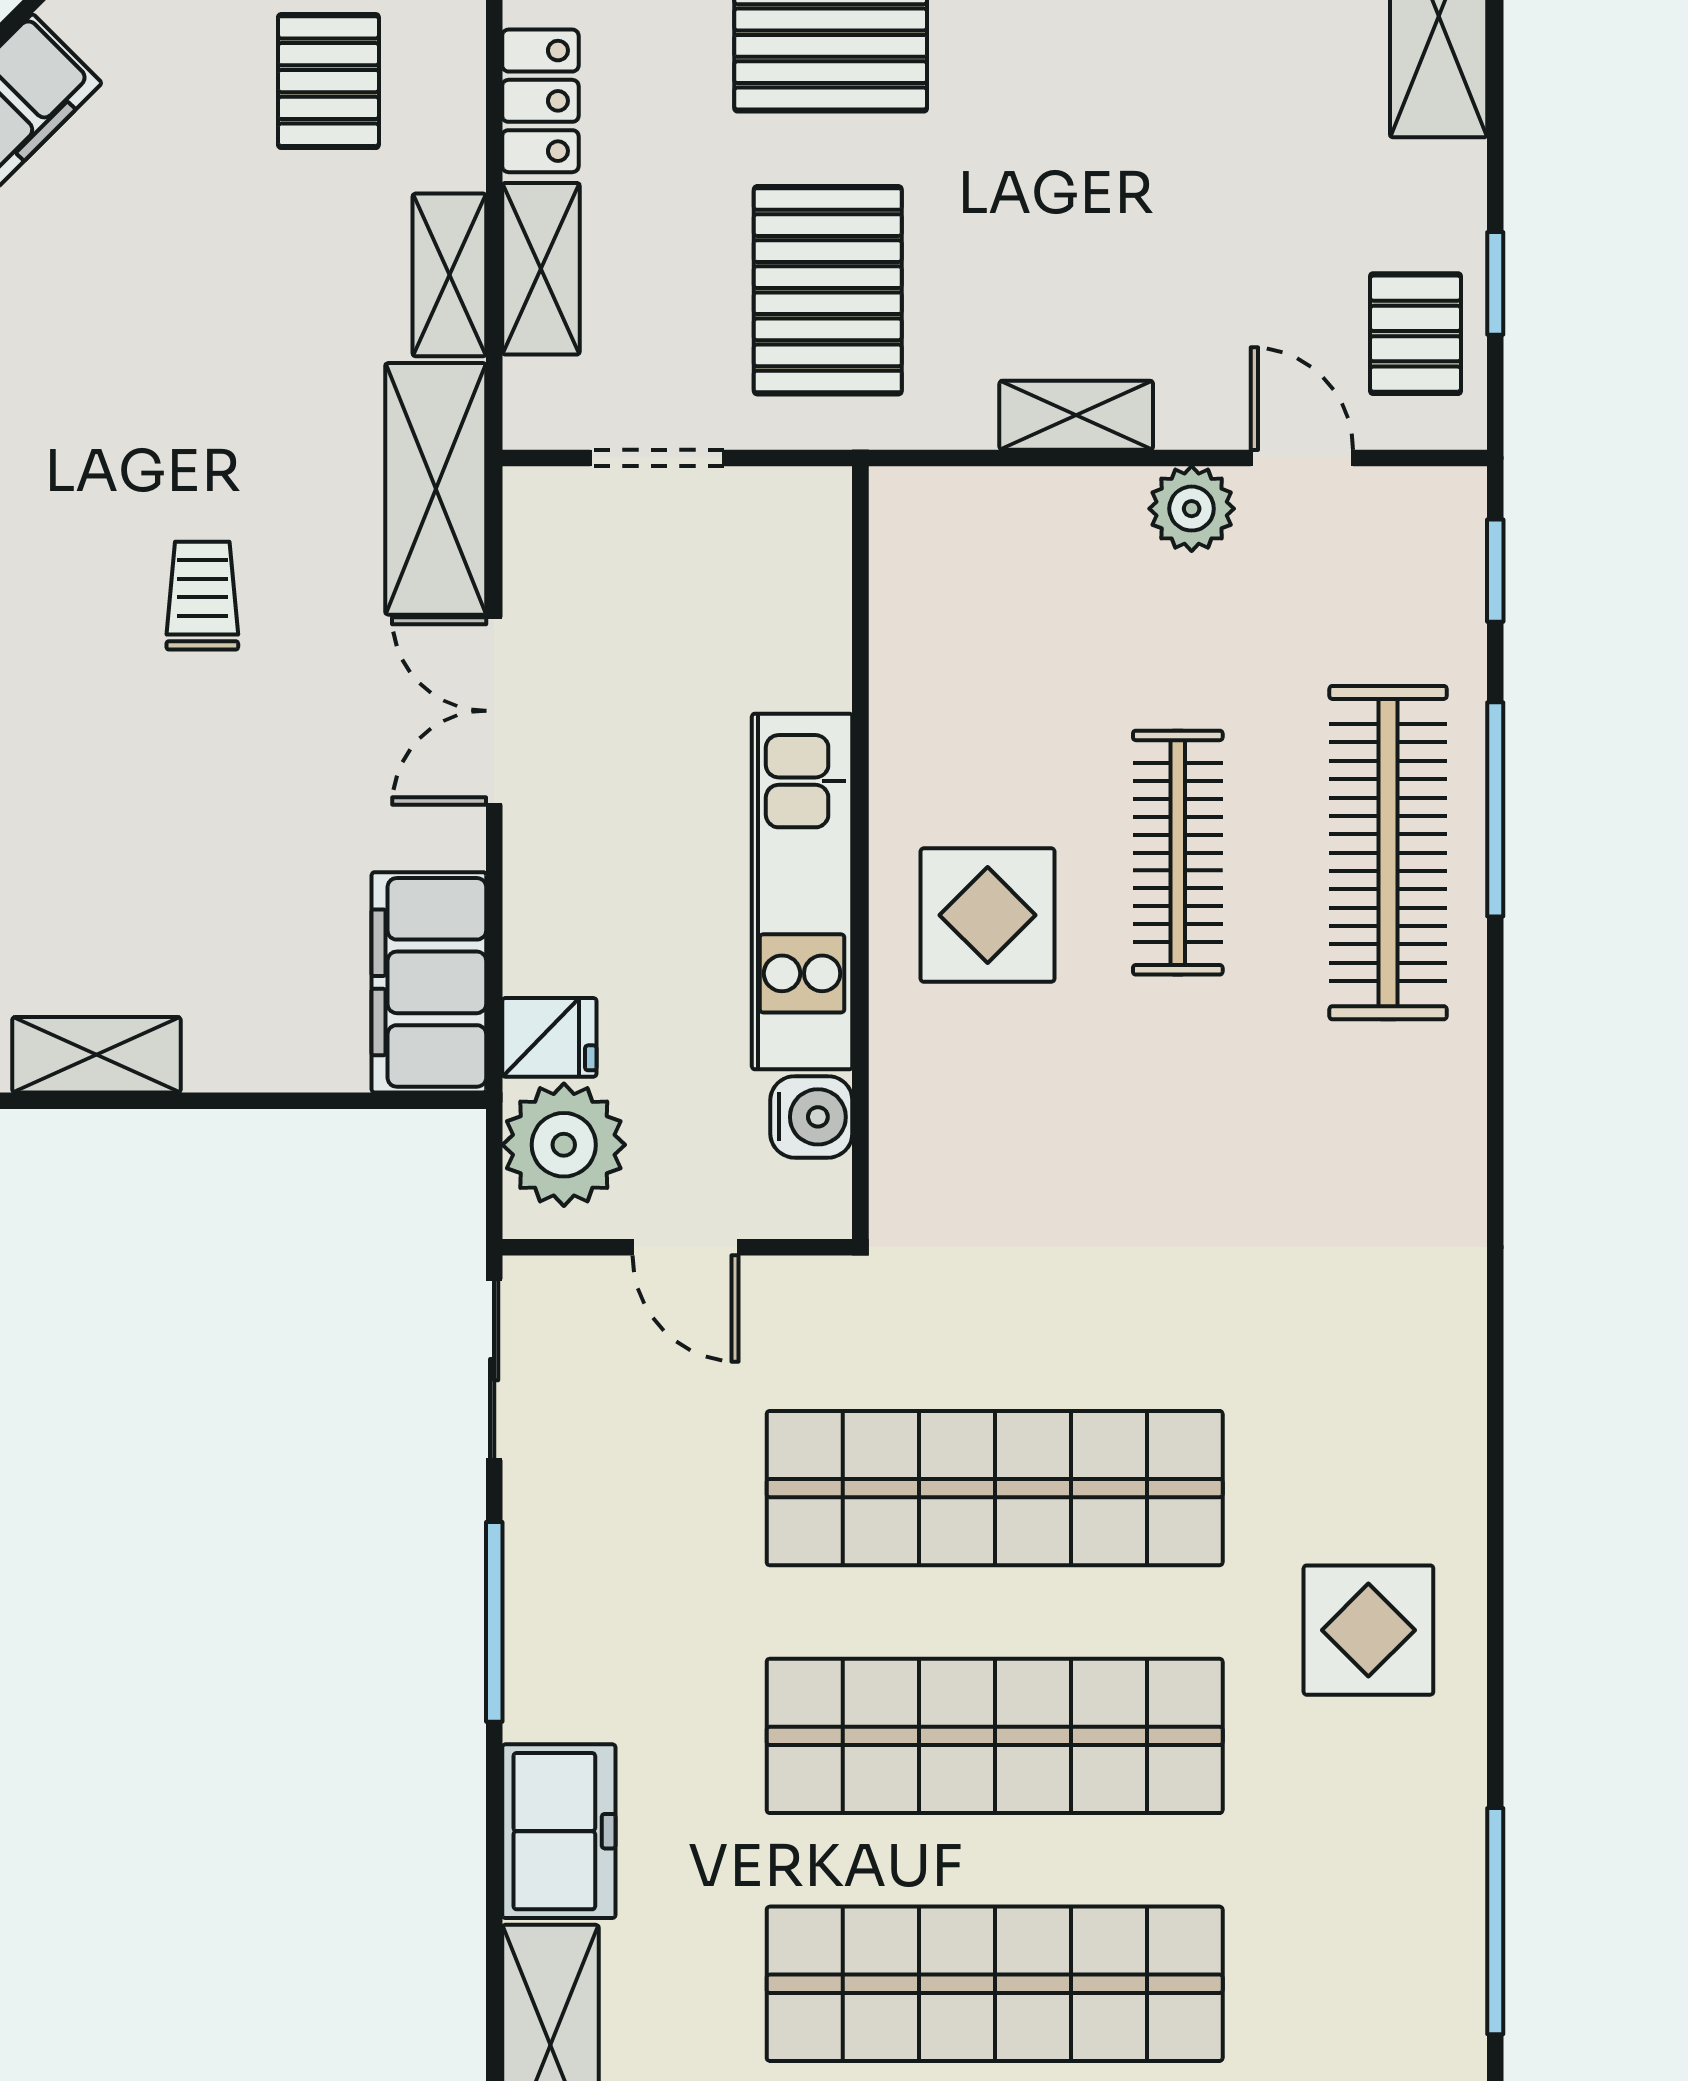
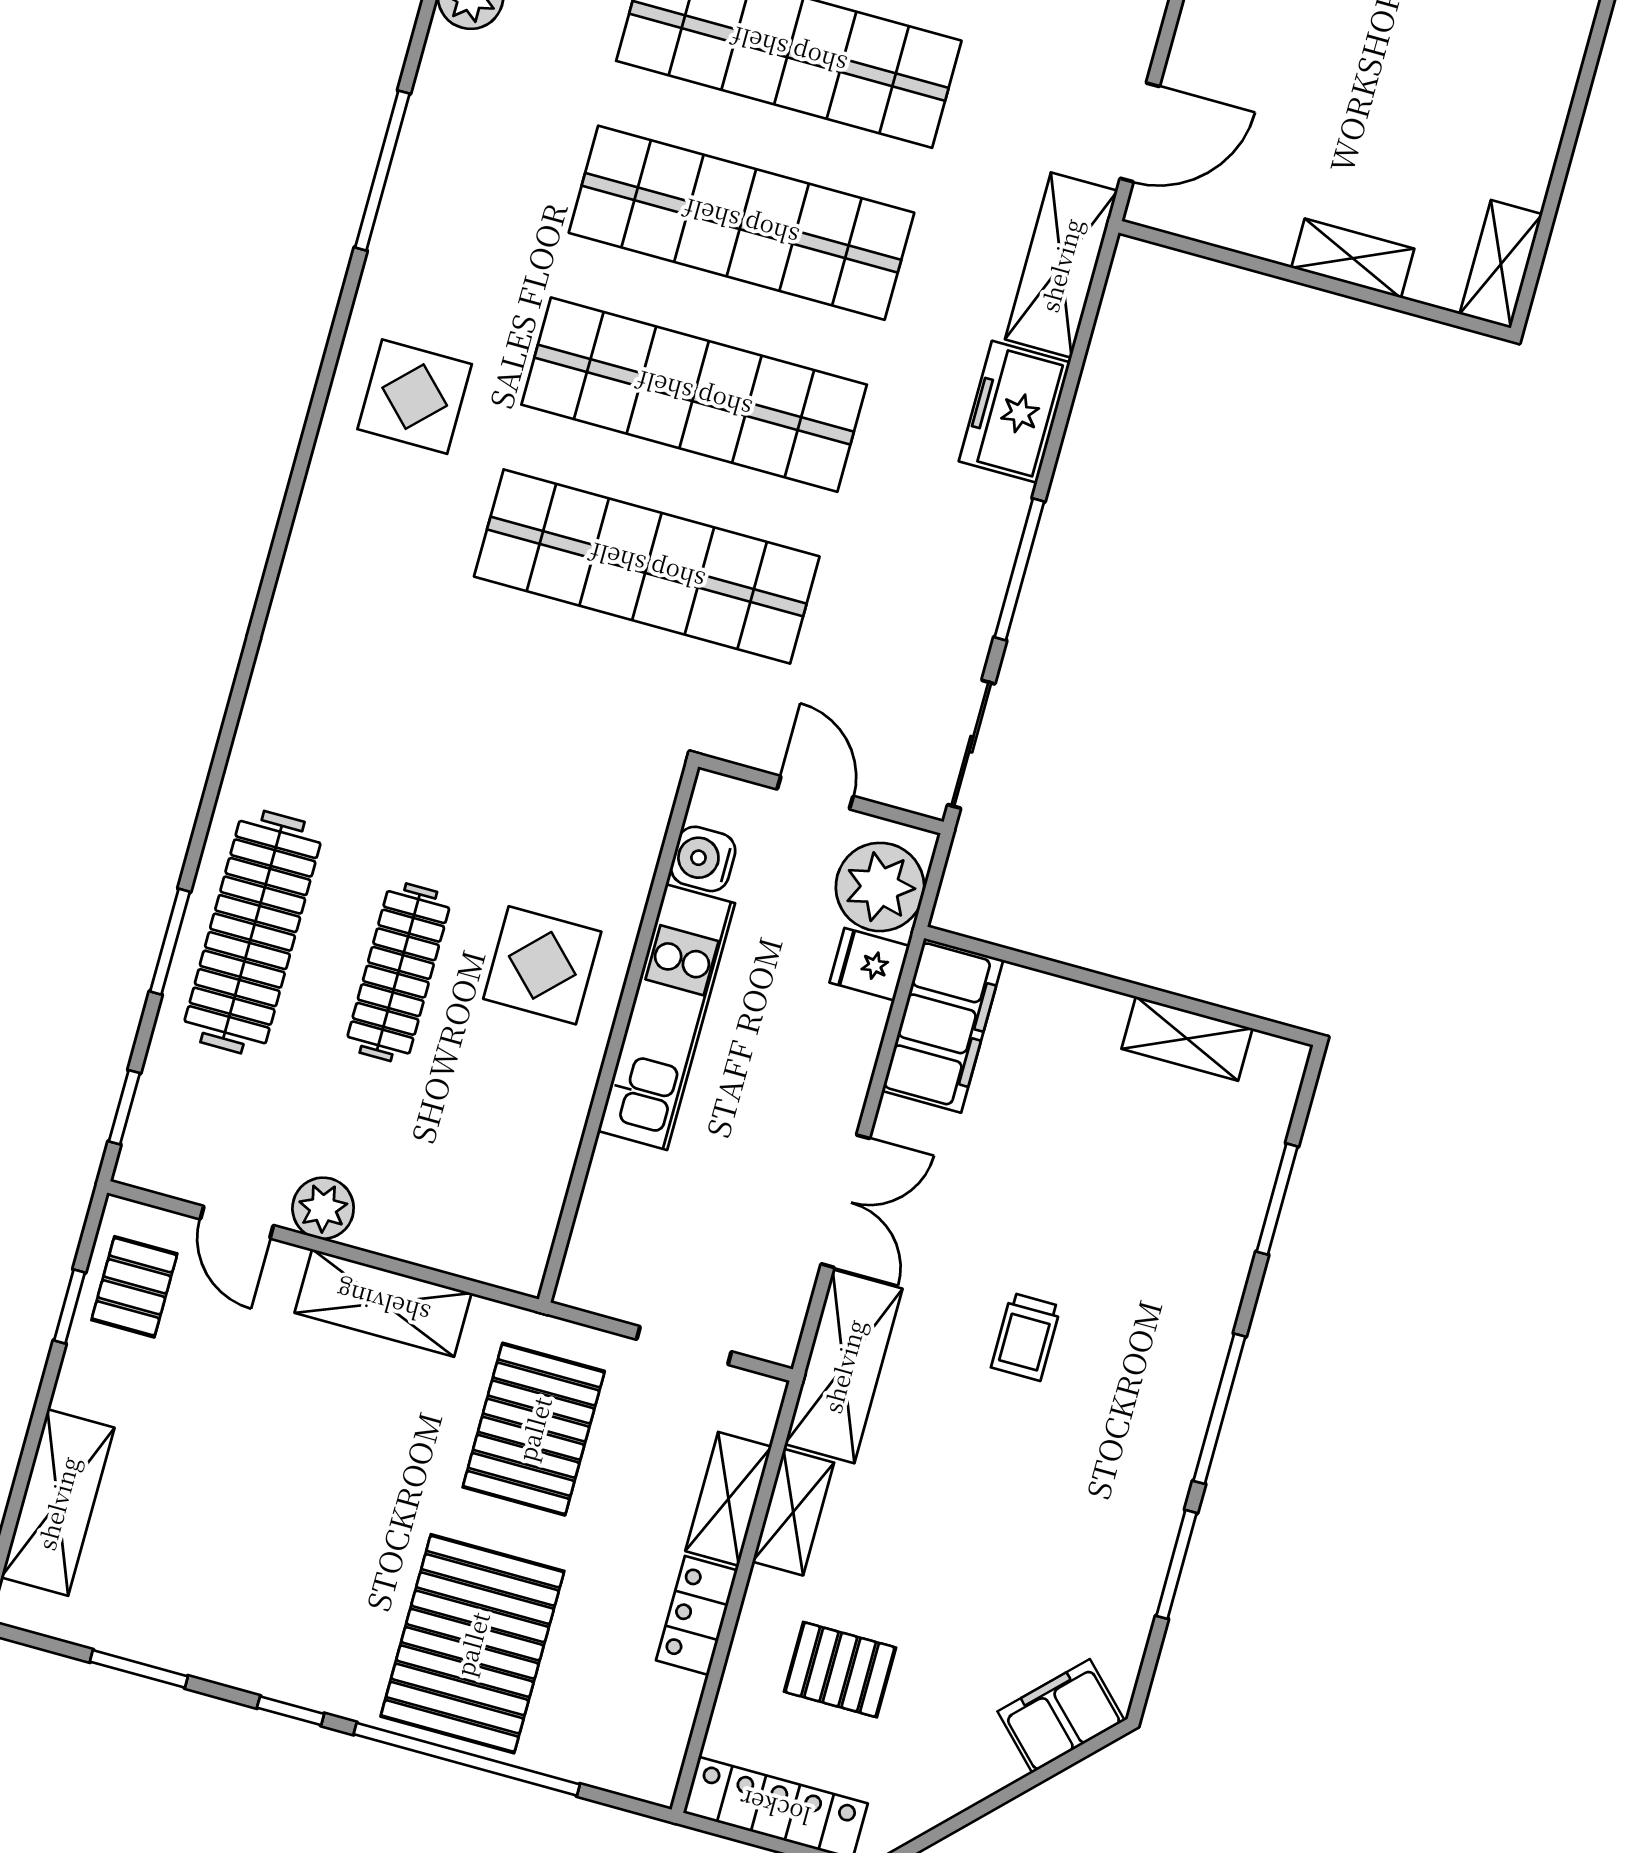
pallet: (328, 81) -> (840, 1670), turned 90
shelving: (1076, 415) -> (383, 1303), width x1.50, depth x1.33
window: (1495, 809) -> (170, 942), width x0.69

